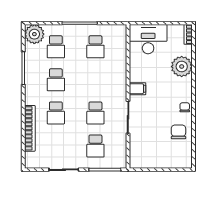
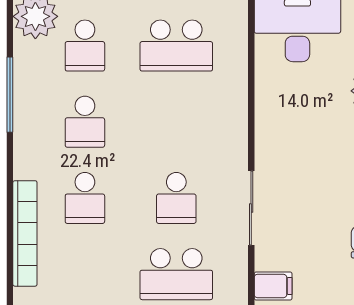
school desk: (95, 47) -> (176, 46), width x1.85
filing cabinet: (137, 89) -> (273, 286), moved
school desk: (95, 146) -> (176, 274), width x1.85

